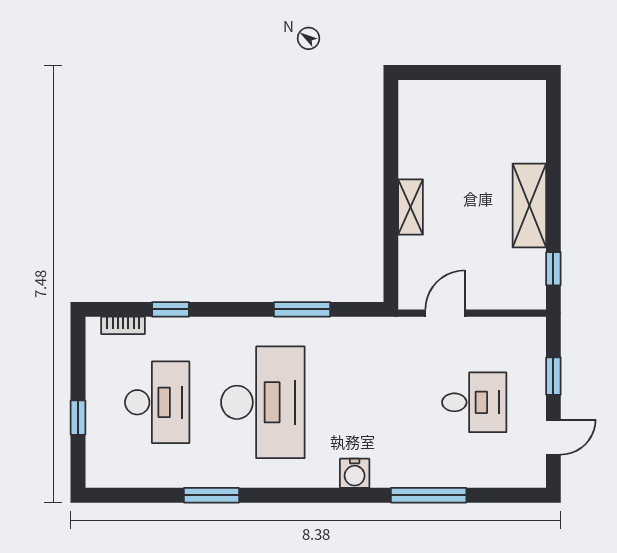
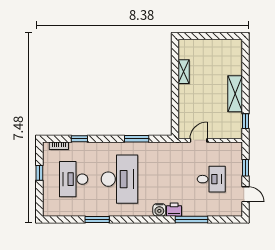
shelving: (411, 207) -> (184, 72), moved
desk: (157, 402) -> (74, 179), turned 180
window: (78, 418) -> (39, 173), moved
door: (553, 437) -> (246, 194), hinge flipped
printer: (389, 472) -> (174, 210), added

